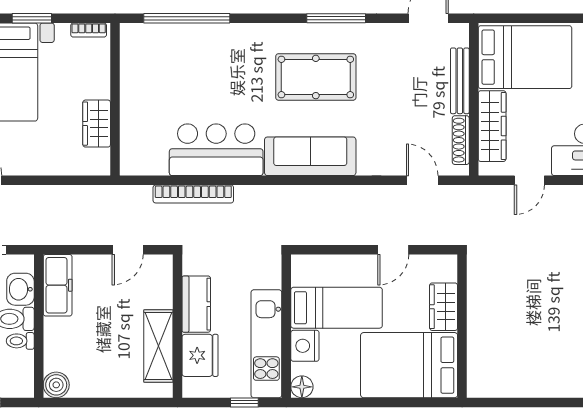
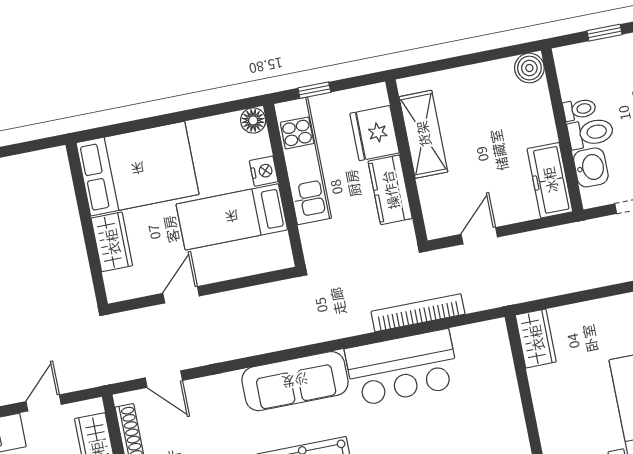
wardrobe: (97, 124) -> (536, 338), moved
nightstand: (305, 346) -> (264, 171), width x0.74, depth x0.75

